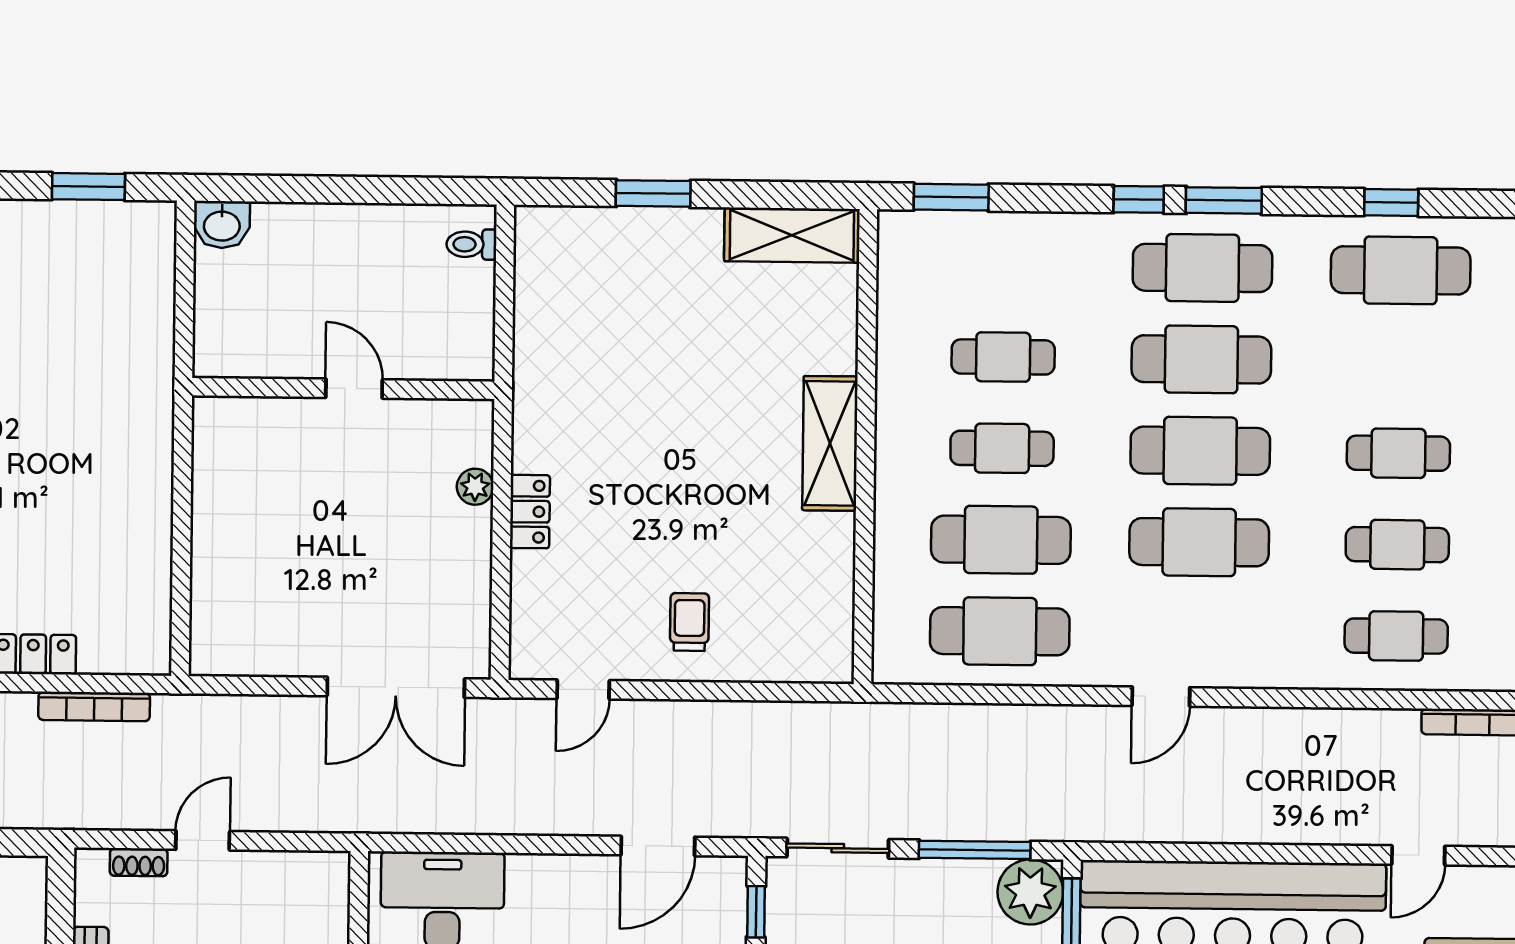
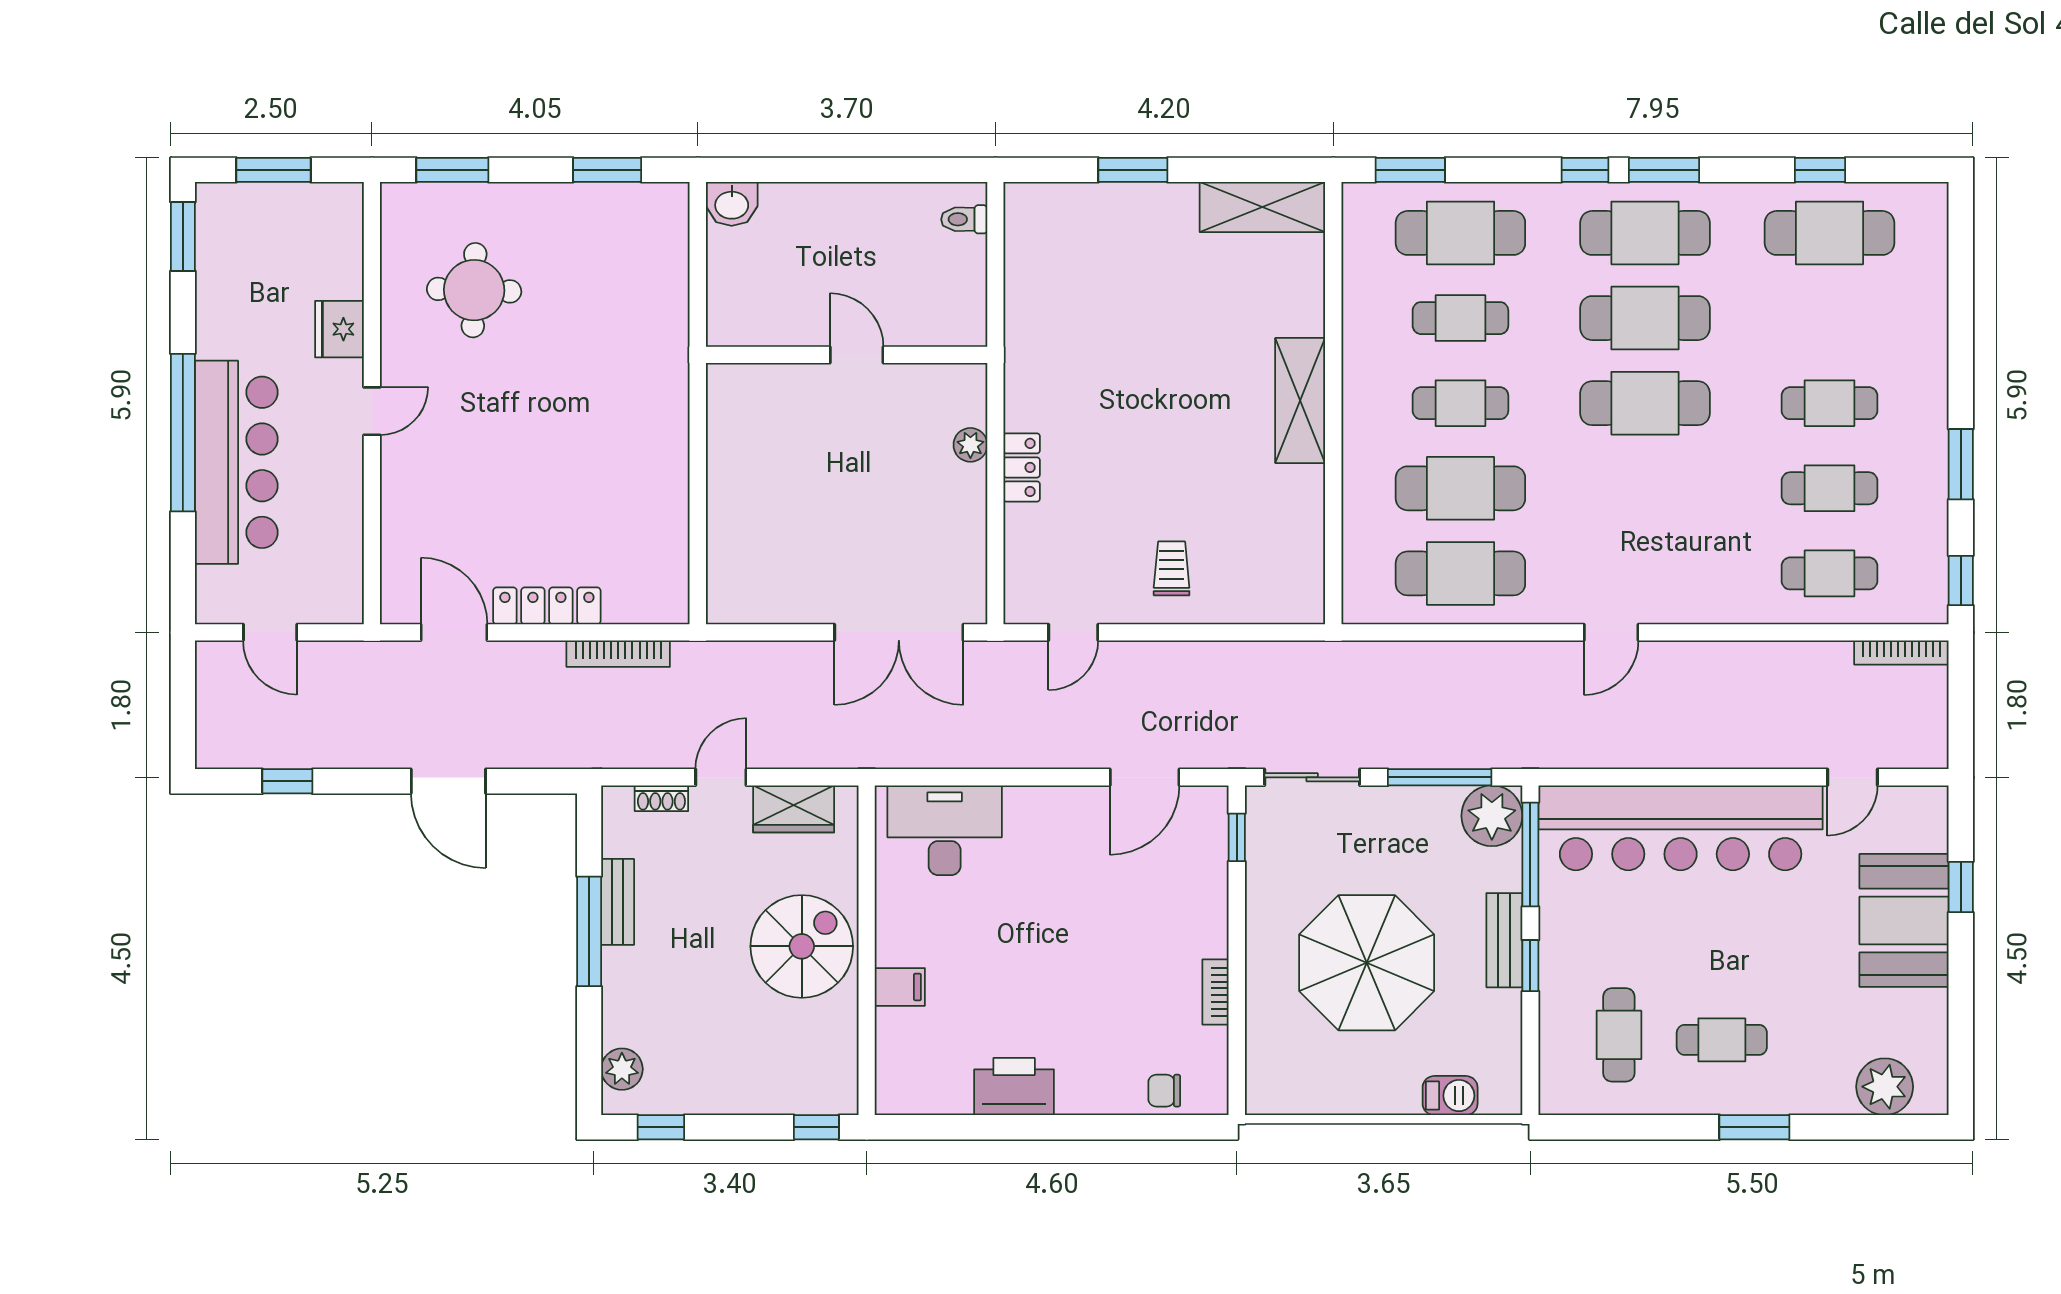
cafe table: (1199, 542) -> (1460, 233), moved
wardrobe: (280, 875) -> (794, 809), added

